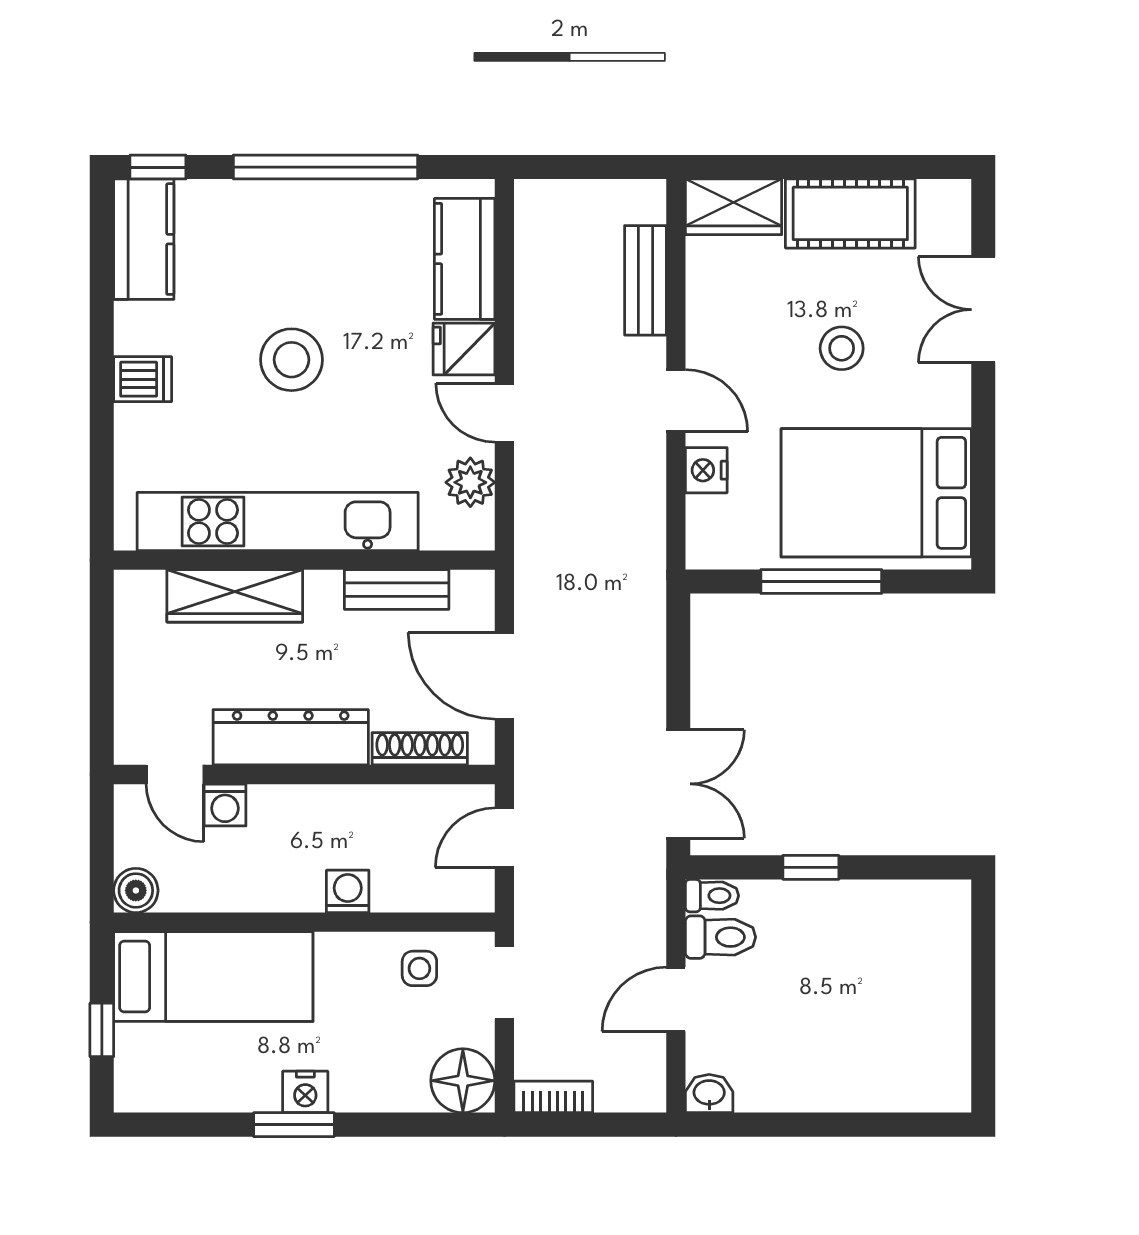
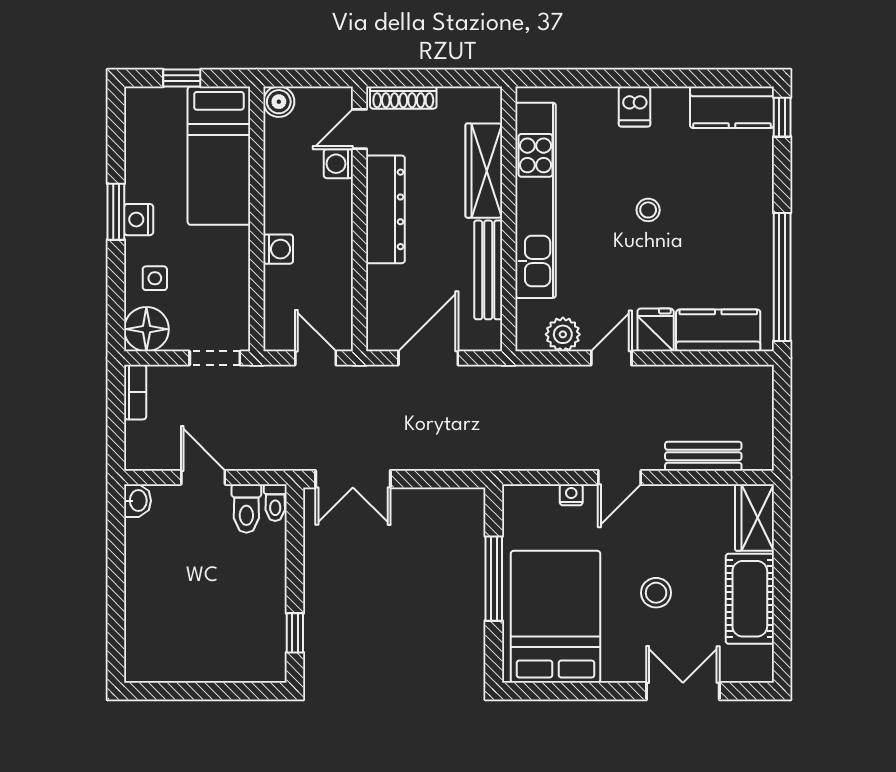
window: (325, 167) -> (782, 277), moved
stool: (292, 360) -> (648, 210), width x0.53, depth x0.53
nightstand: (706, 470) -> (571, 495), width x0.72, depth x0.74
bench: (397, 590) -> (488, 270), width x1.36
shoe rack: (420, 749) -> (403, 98), moved, turned 90
window: (811, 867) -> (295, 633), moved
side table: (419, 968) -> (155, 278), moved

